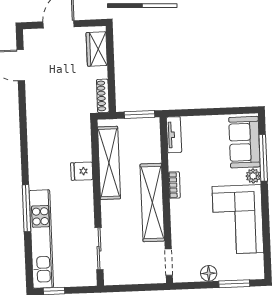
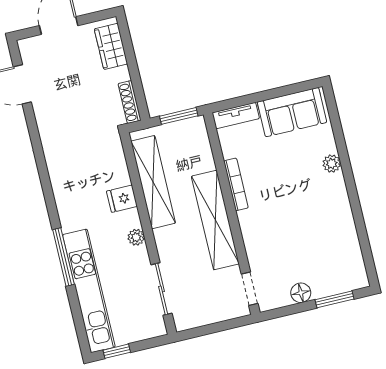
tv unit: (174, 135) -> (236, 116), moved, turned 90
sofa: (244, 142) -> (292, 112), moved, turned -90
window: (263, 158) -> (340, 139), removed
bookcase: (174, 185) -> (236, 184), width x1.56
plant: (87, 204) -> (136, 237), added
corner sofa: (238, 219) -> (323, 220), removed

